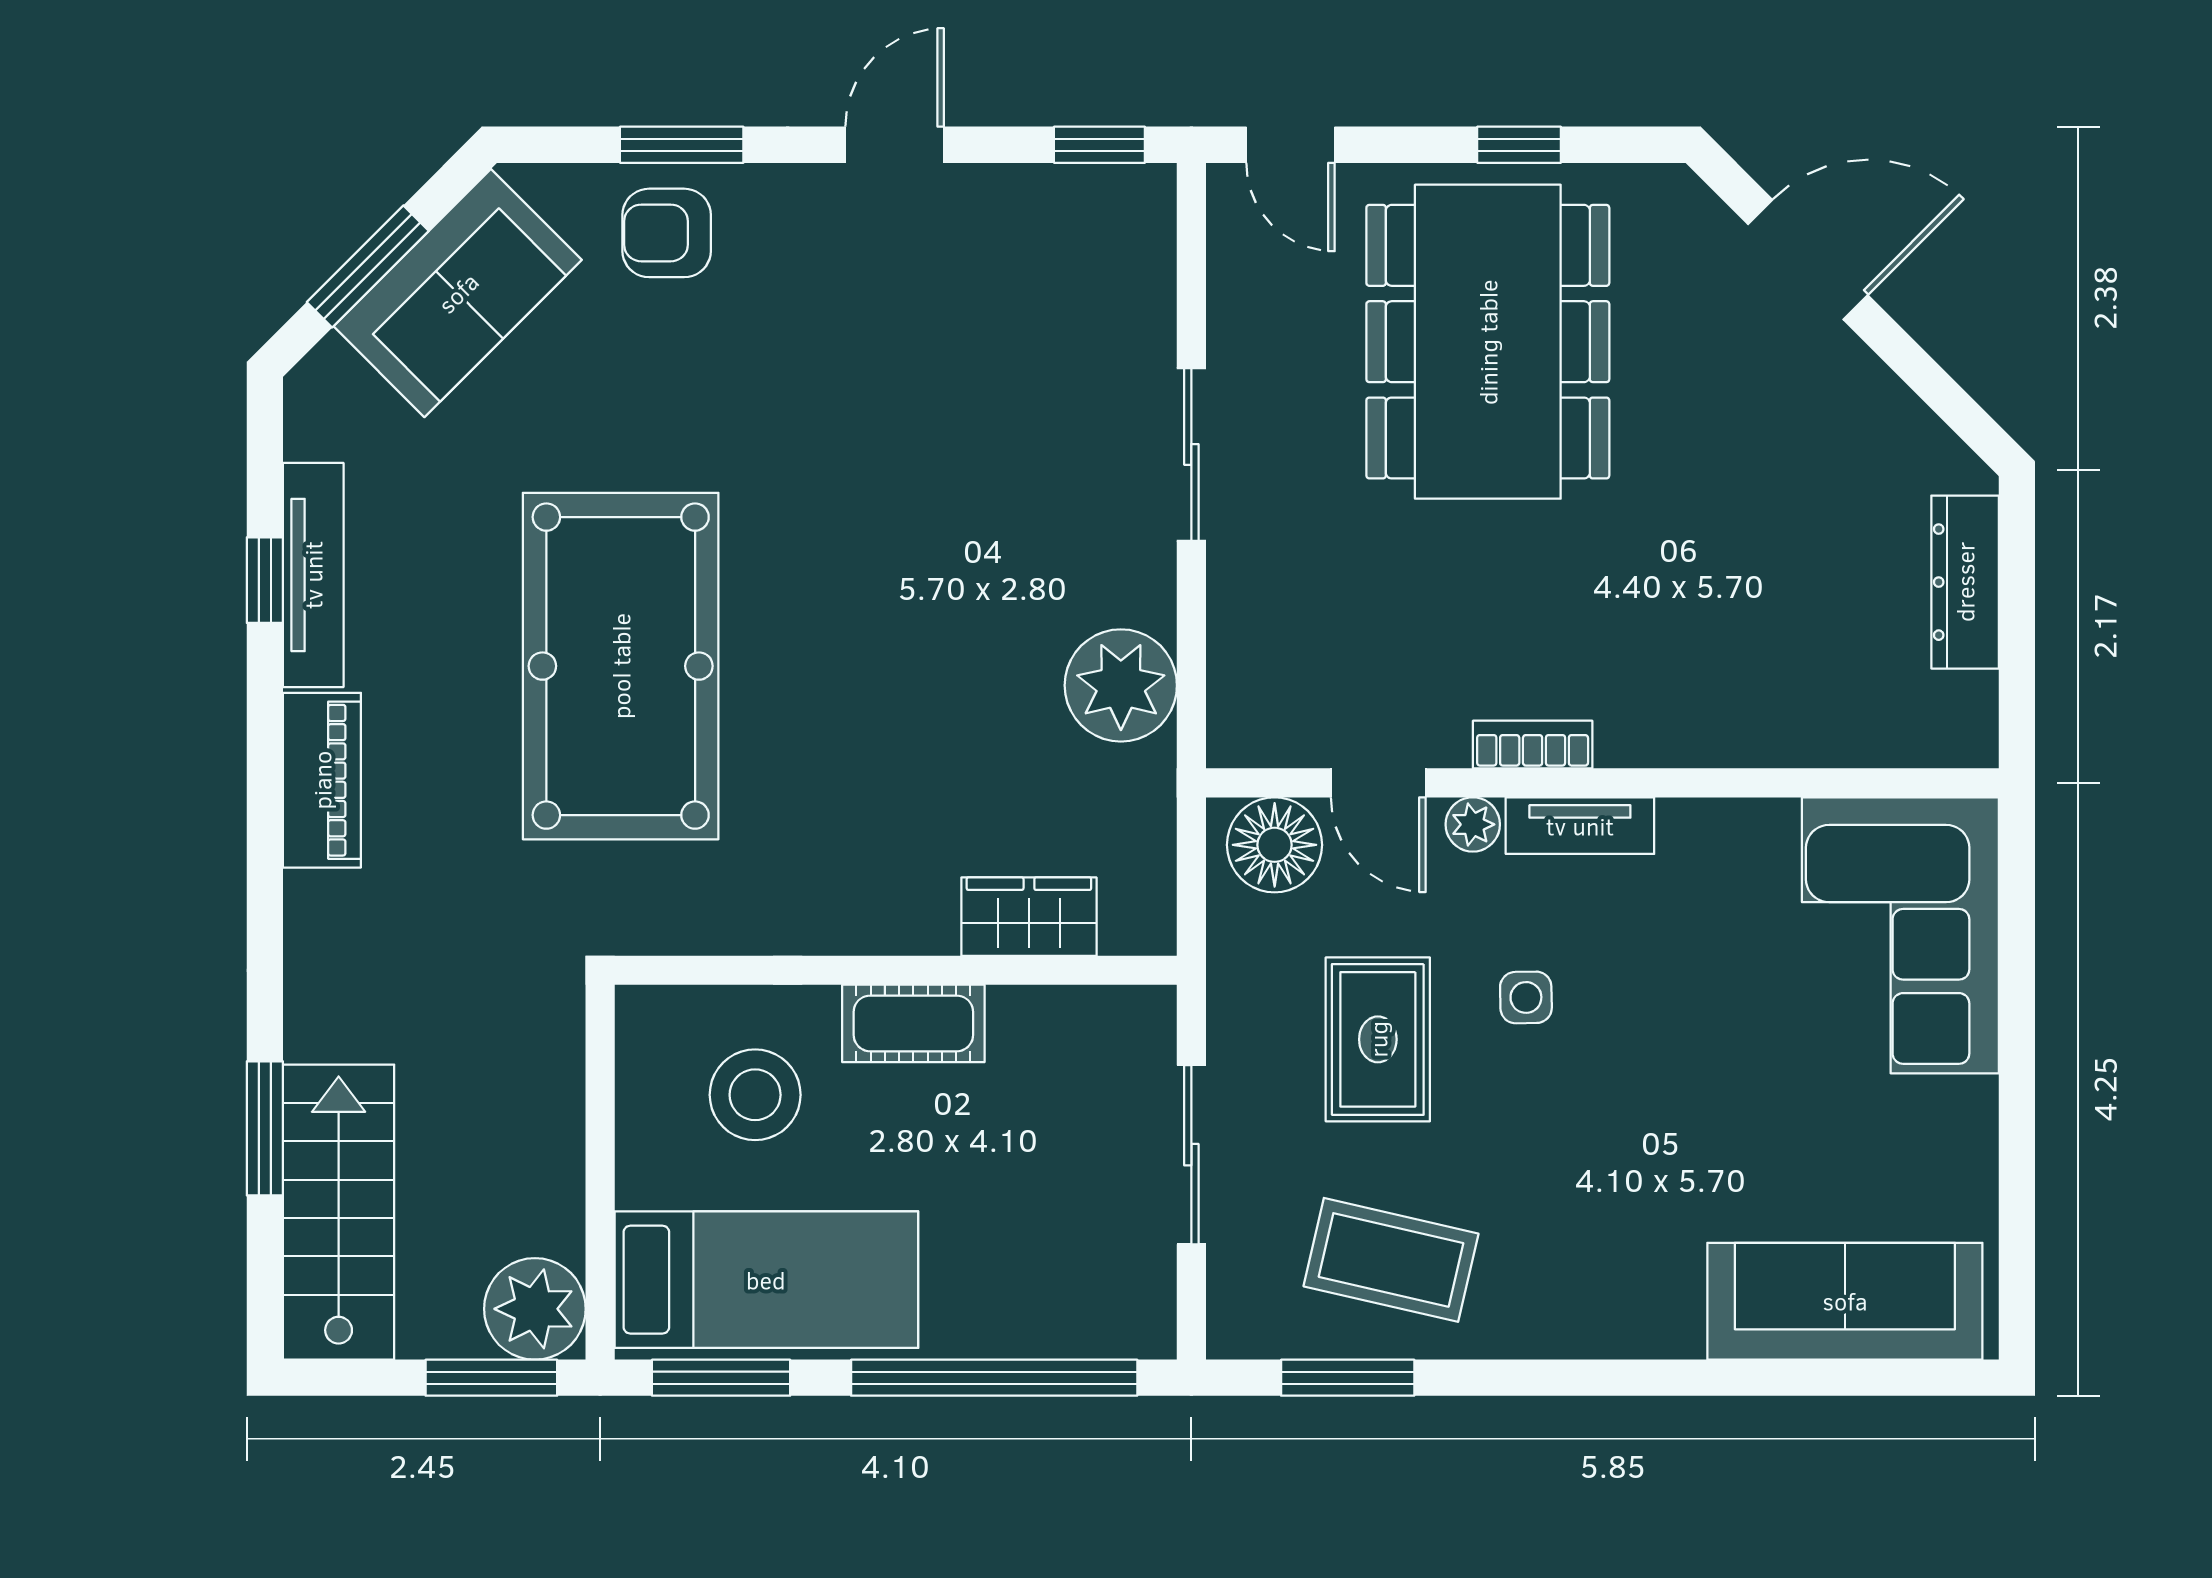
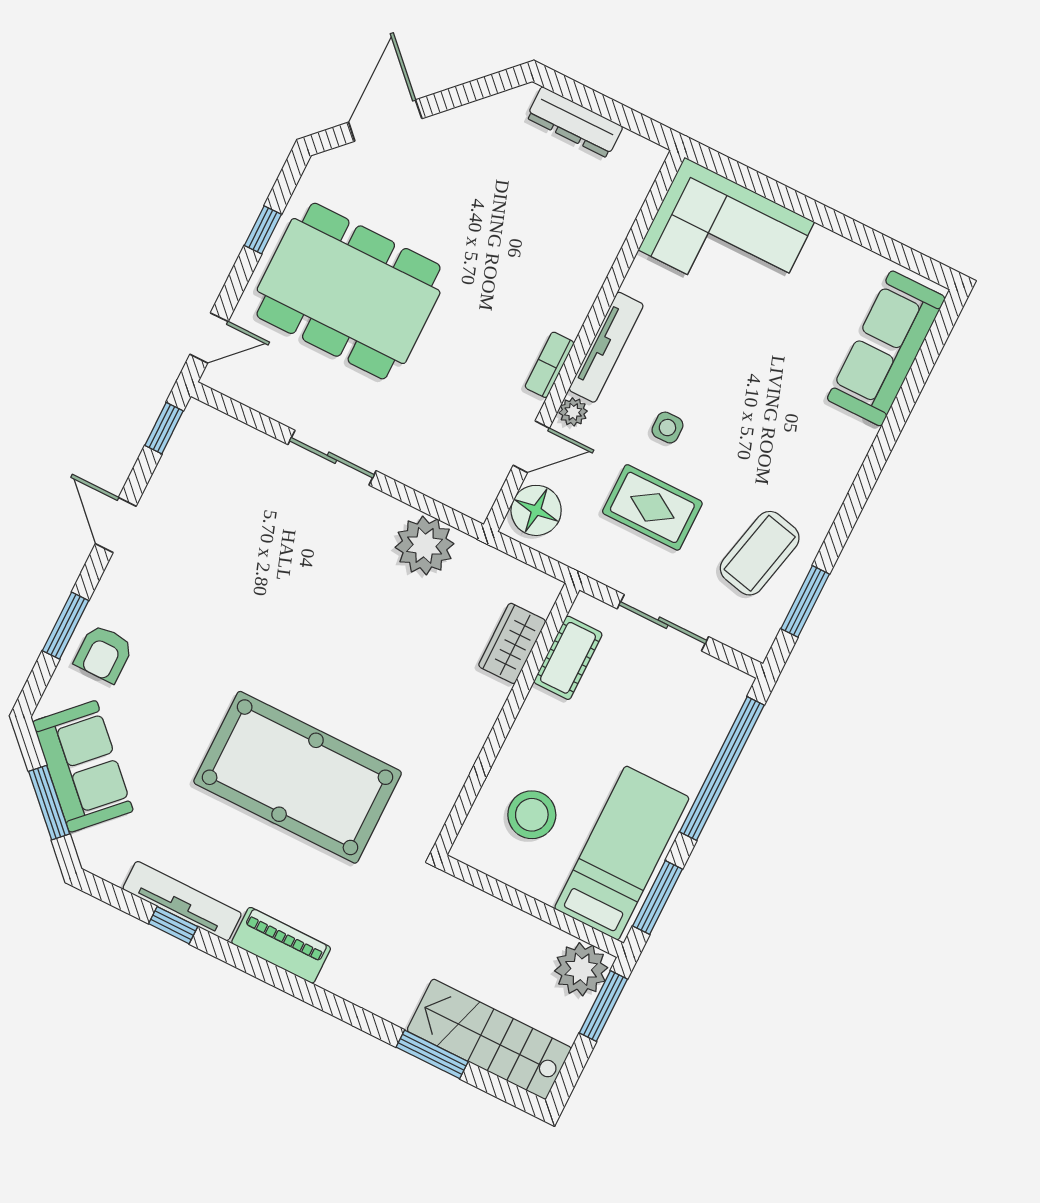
tv unit: (1580, 826) -> (606, 347), width x1.41
cot: (913, 1023) -> (568, 658), moved

